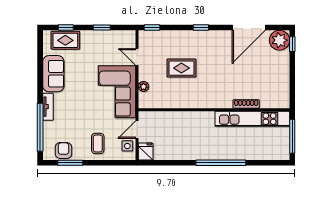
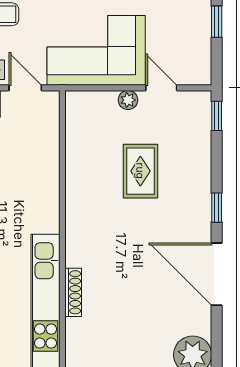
door: (249, 27) -> (217, 274), moved
door: (137, 57) -> (161, 88), hinge flipped
plant: (143, 87) -> (128, 100), moved

